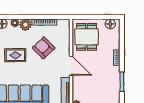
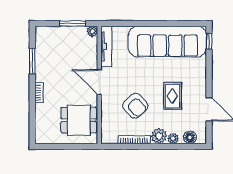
floor lamp: (110, 24) -> (48, 137), removed
dining table: (87, 37) -> (79, 120), turned 90
rug: (15, 55) -> (172, 96), turned 90

